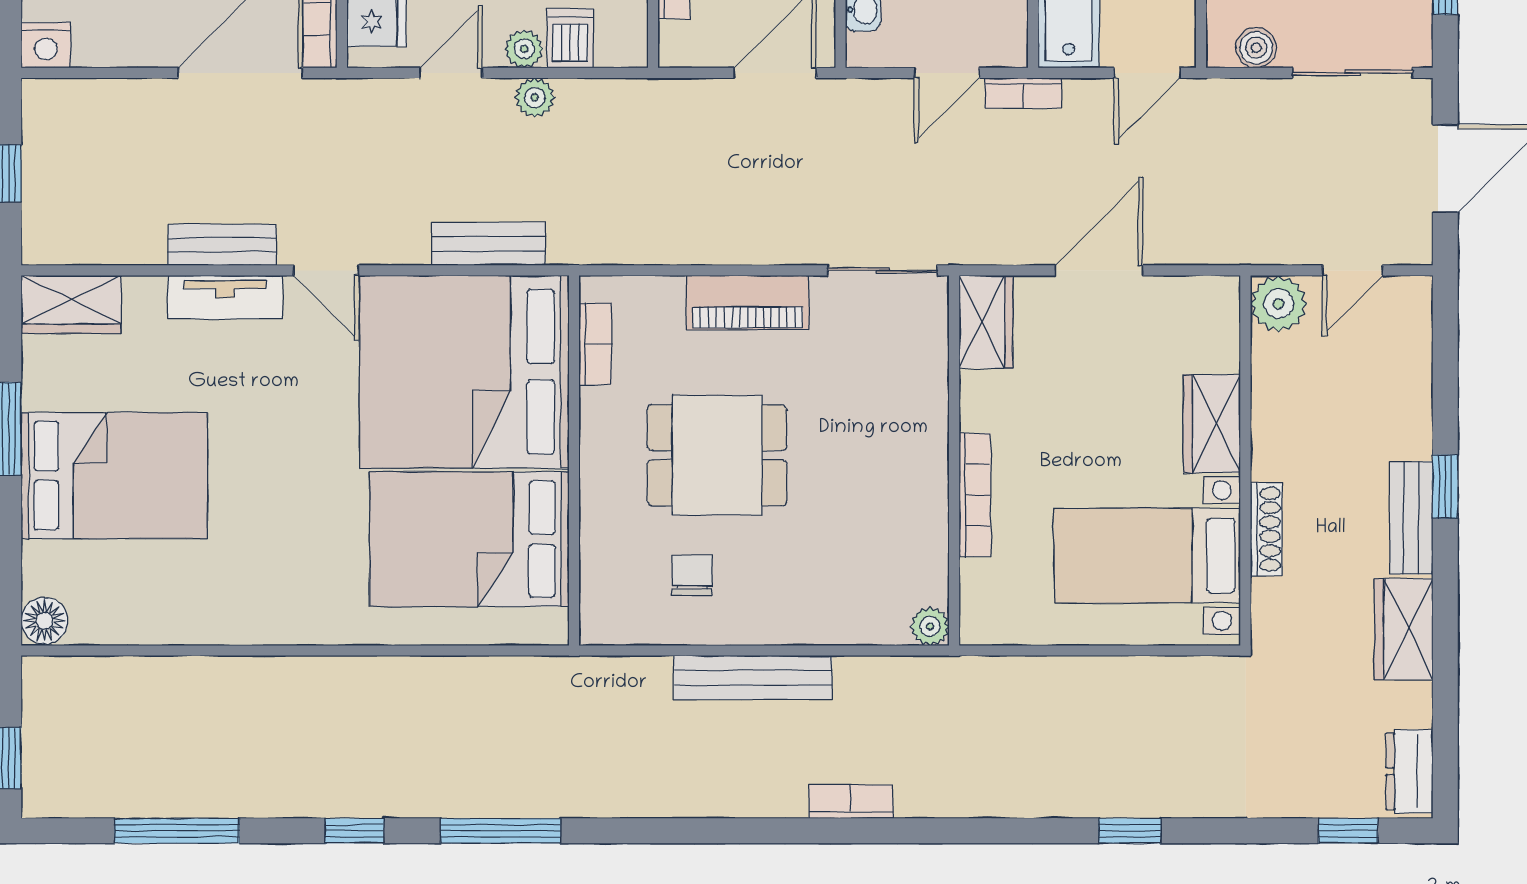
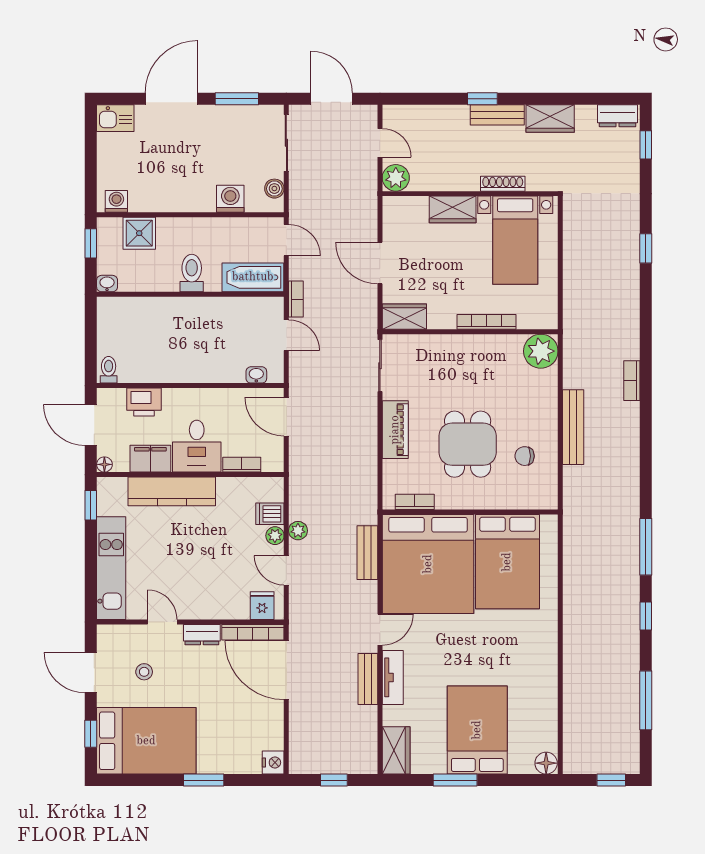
plant: (930, 626) -> (541, 351), width x1.88, depth x1.88

